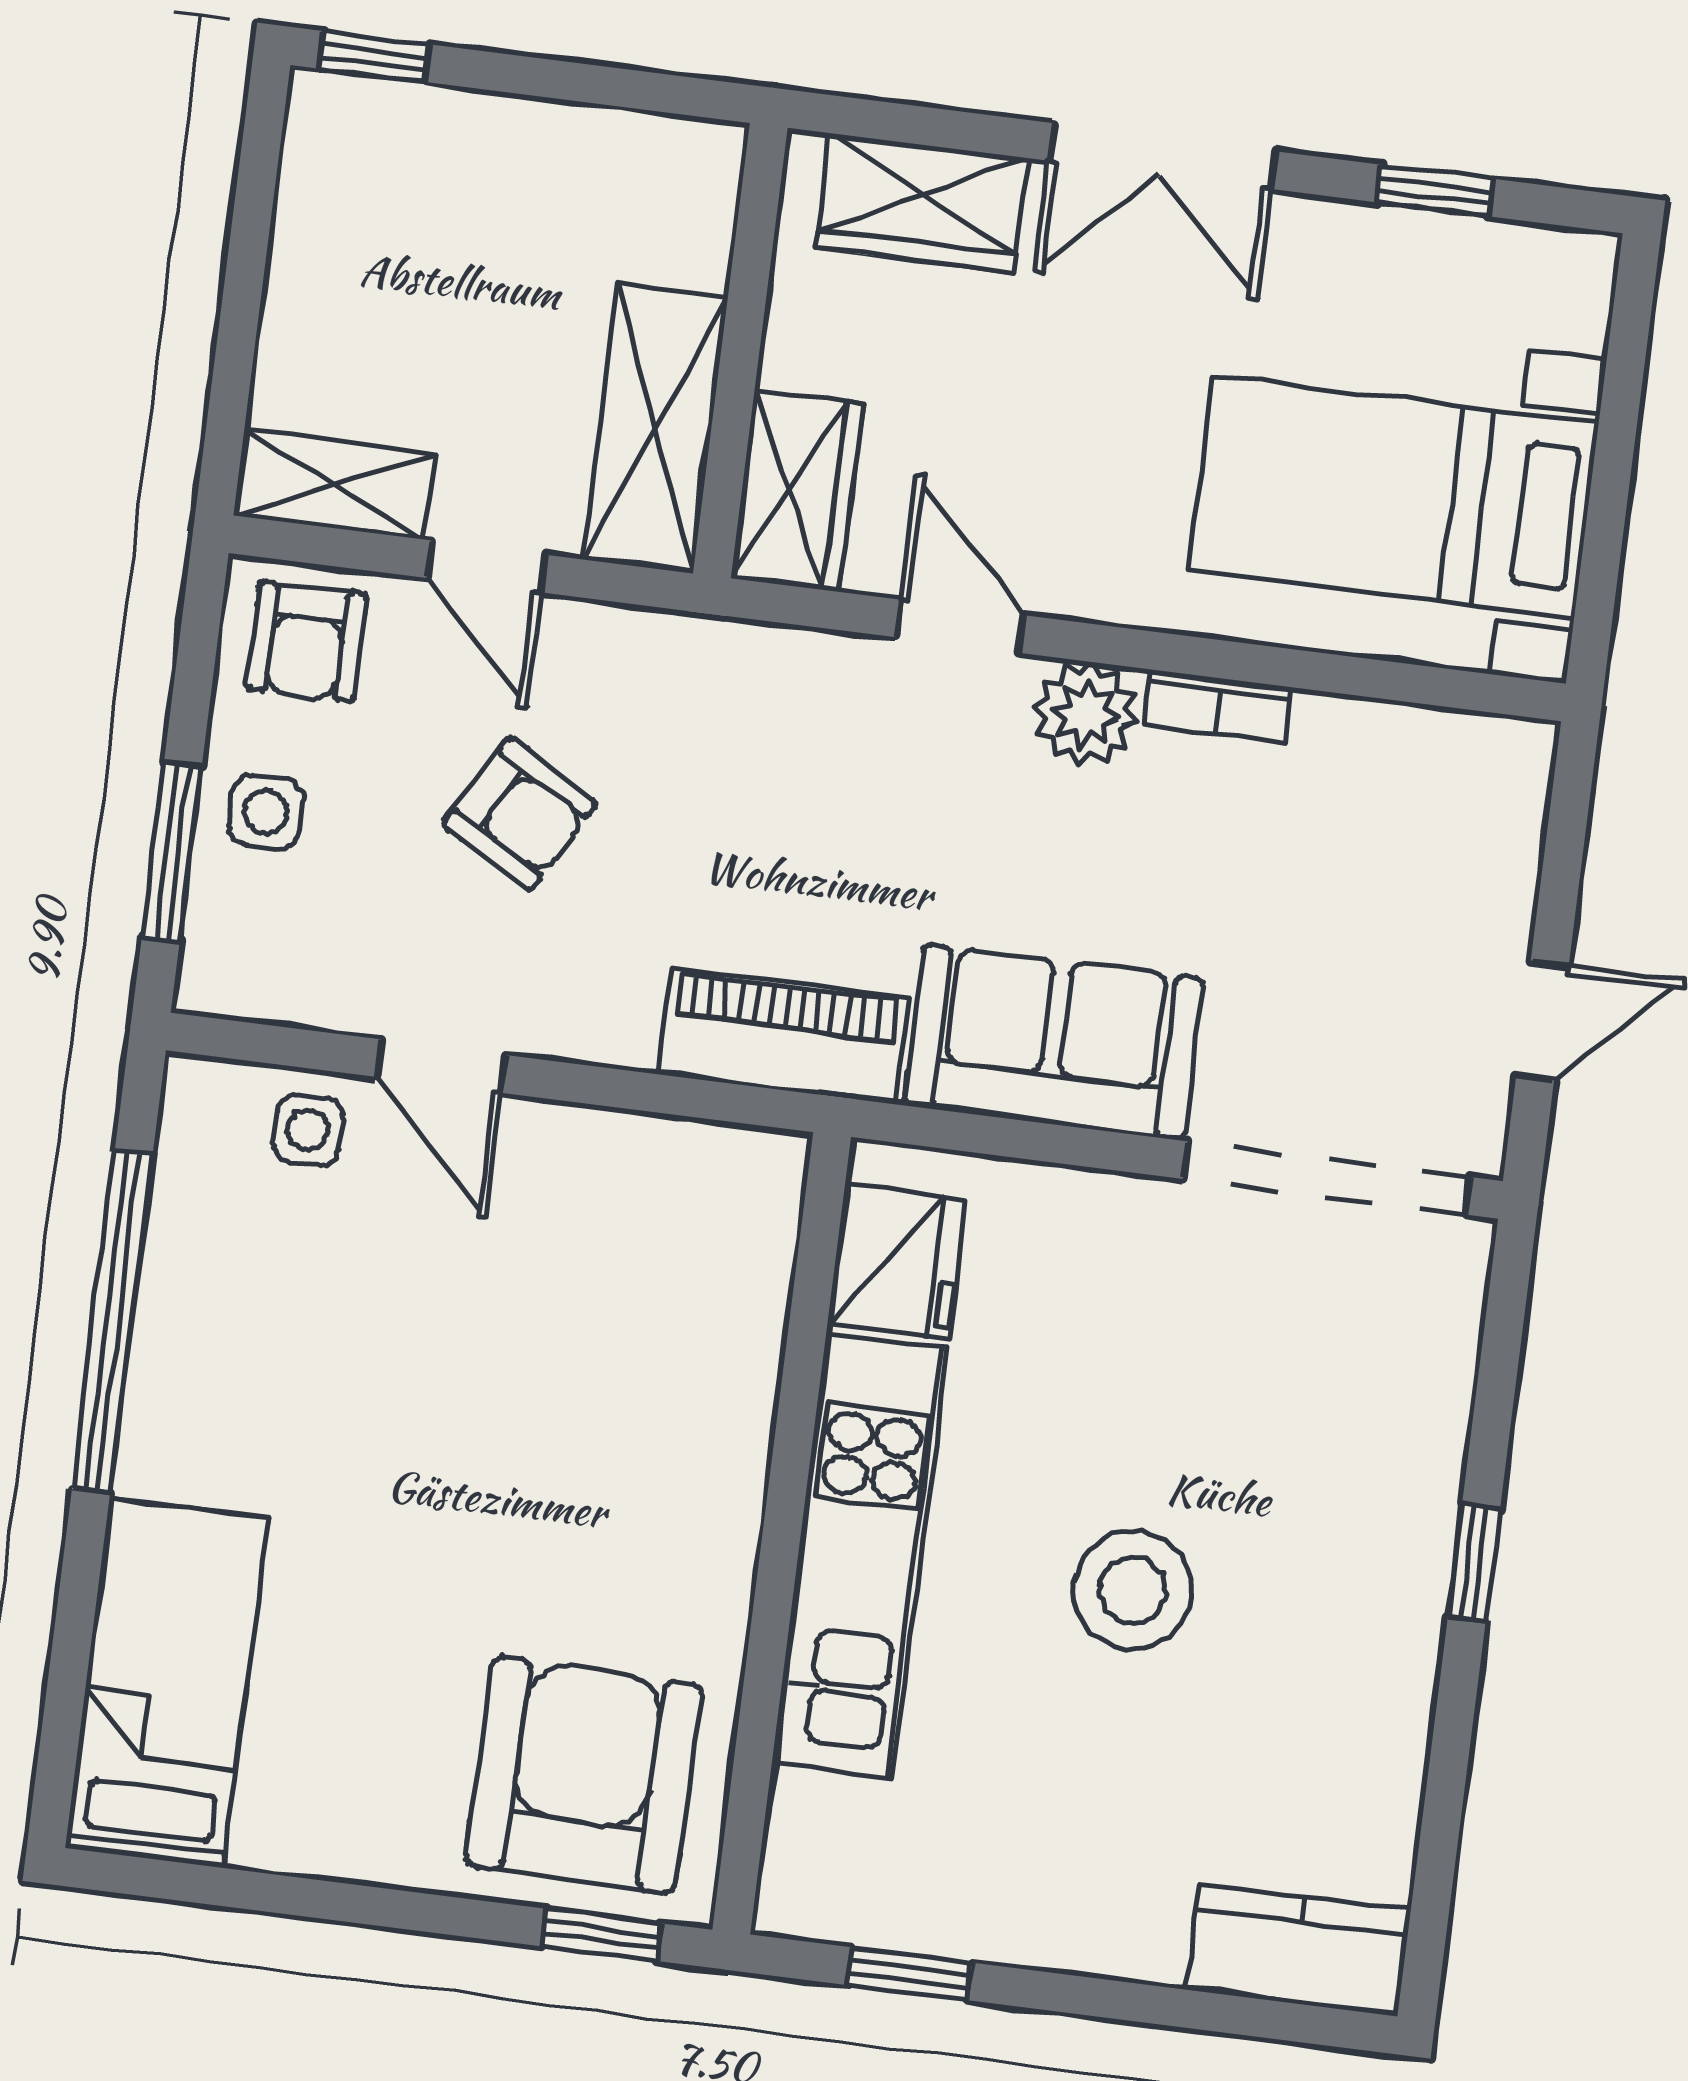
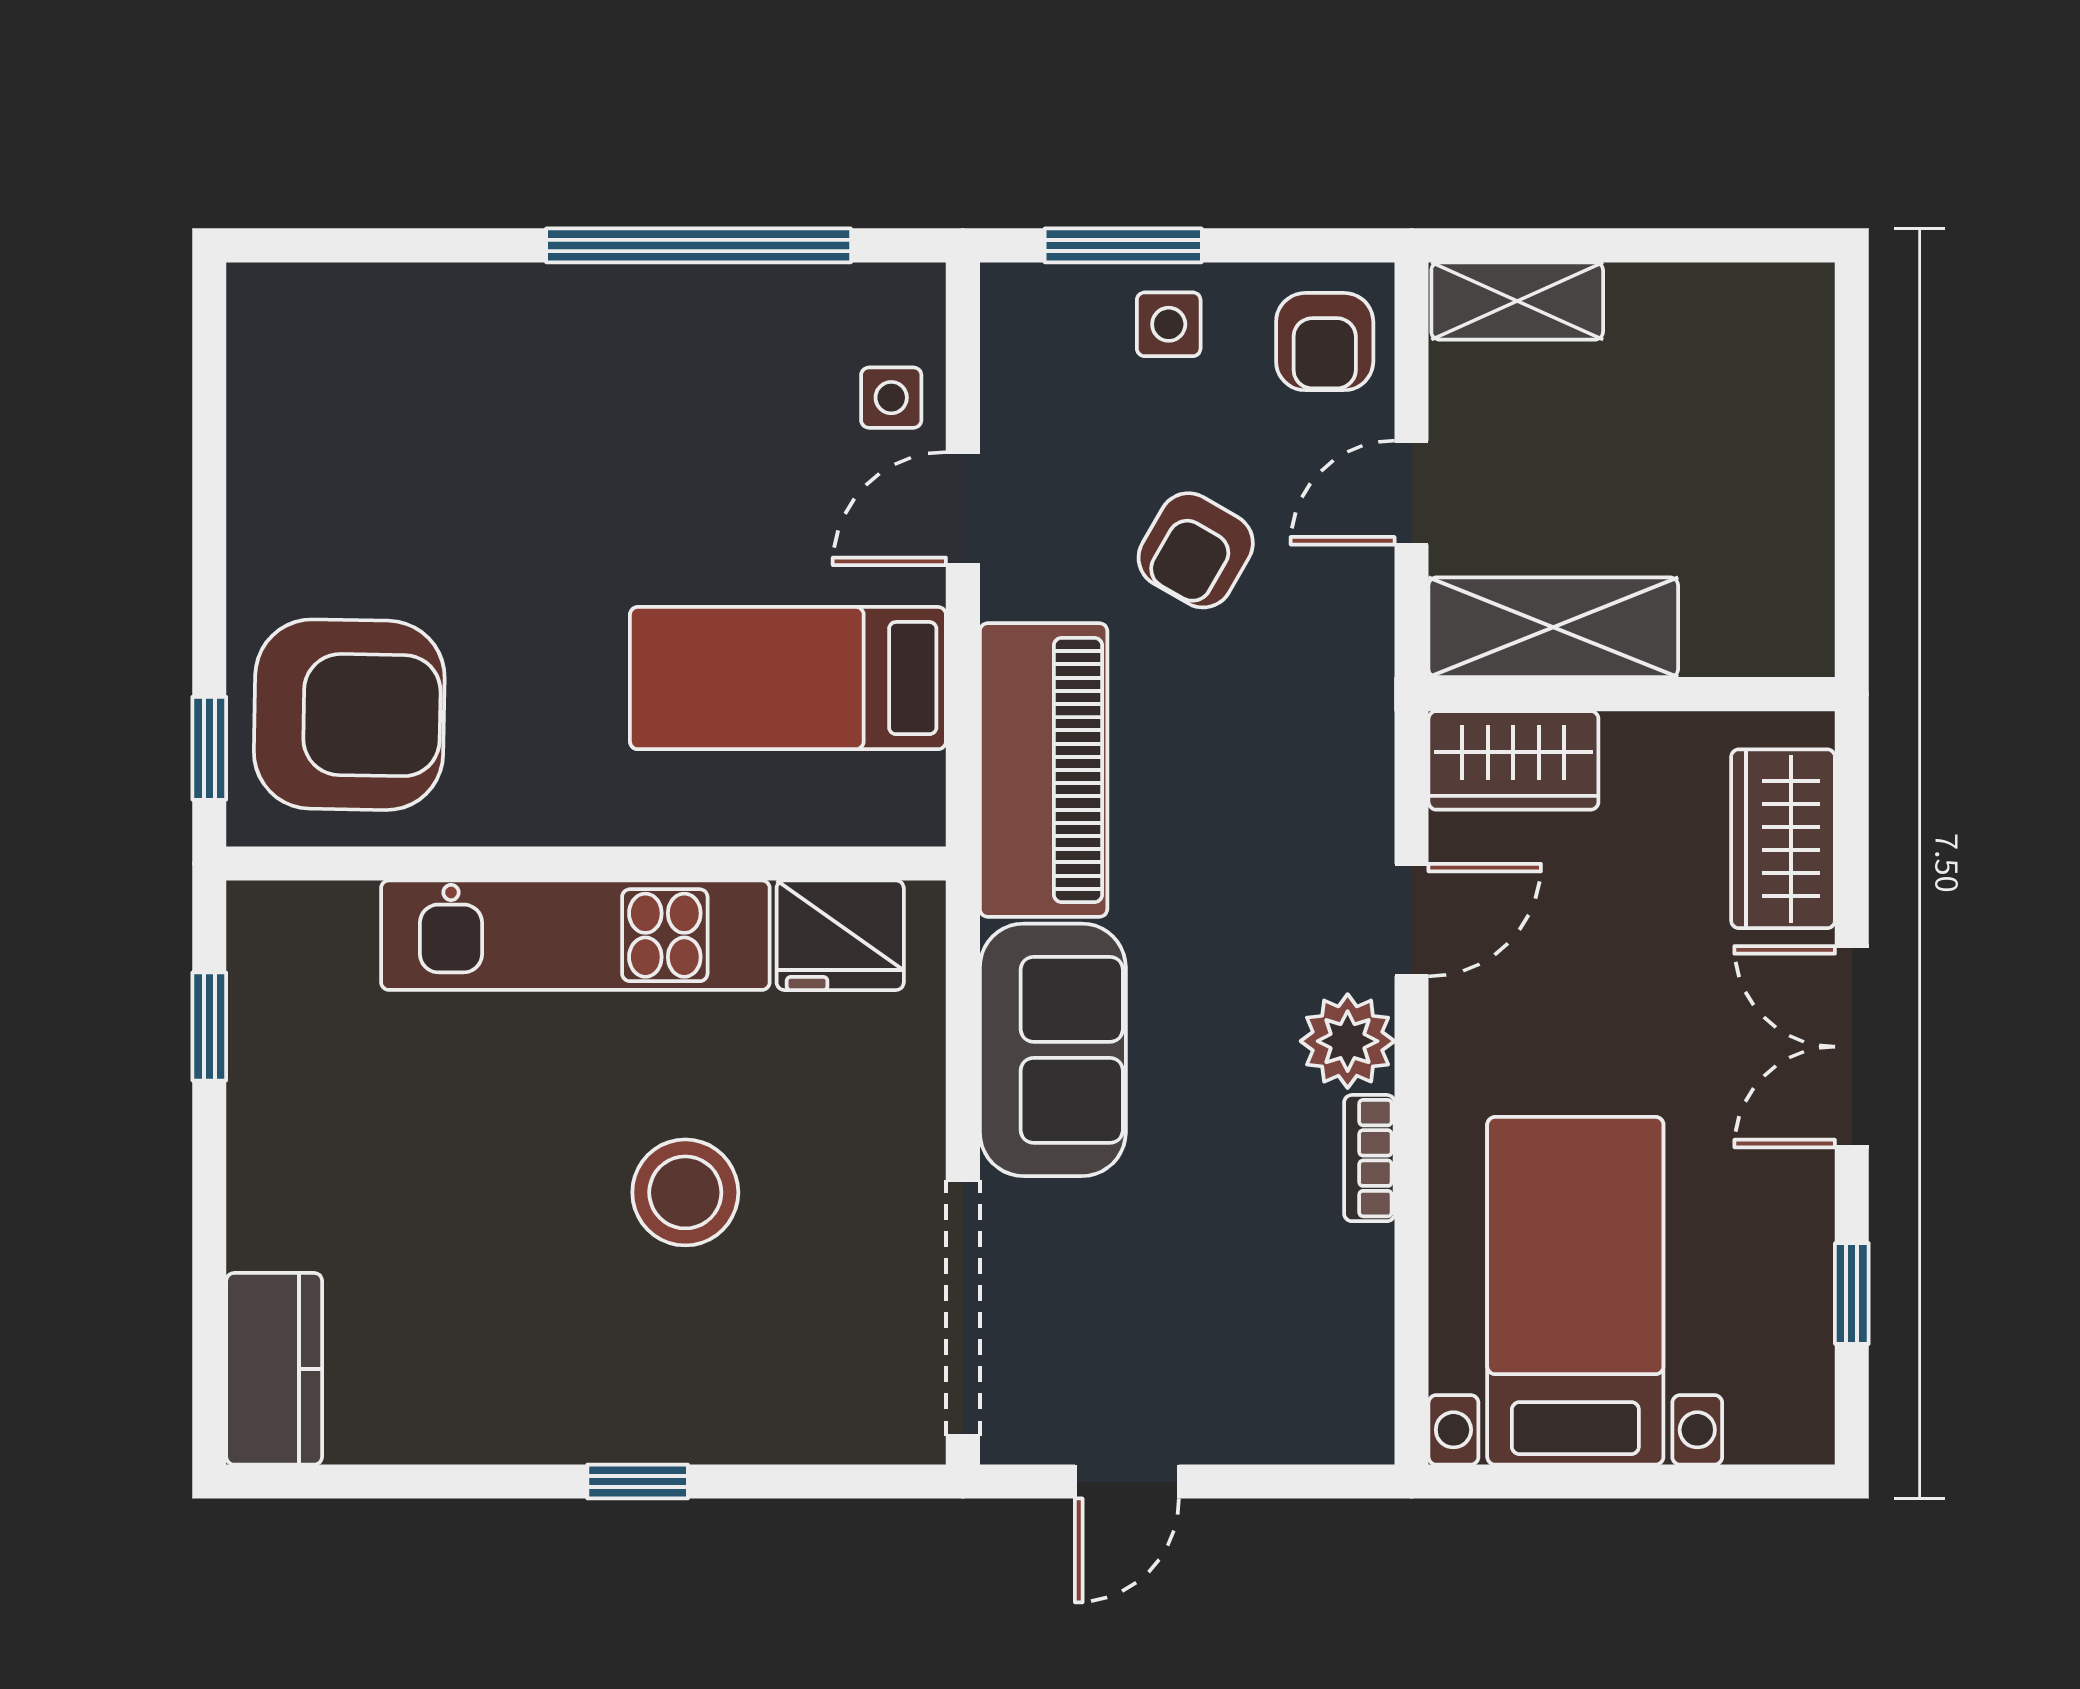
window: (374, 57) -> (1852, 336), removed
shelving: (334, 485) -> (1517, 301), moved, turned 90
armchair: (307, 642) -> (1325, 342), turned -90
door: (1542, 1020) -> (1127, 1482), hinge flipped
piano: (783, 1036) -> (1044, 770), width x1.37, depth x1.33
stool: (1133, 1590) -> (685, 1192), moved
bed: (166, 1683) -> (788, 678), moved, turned 180

